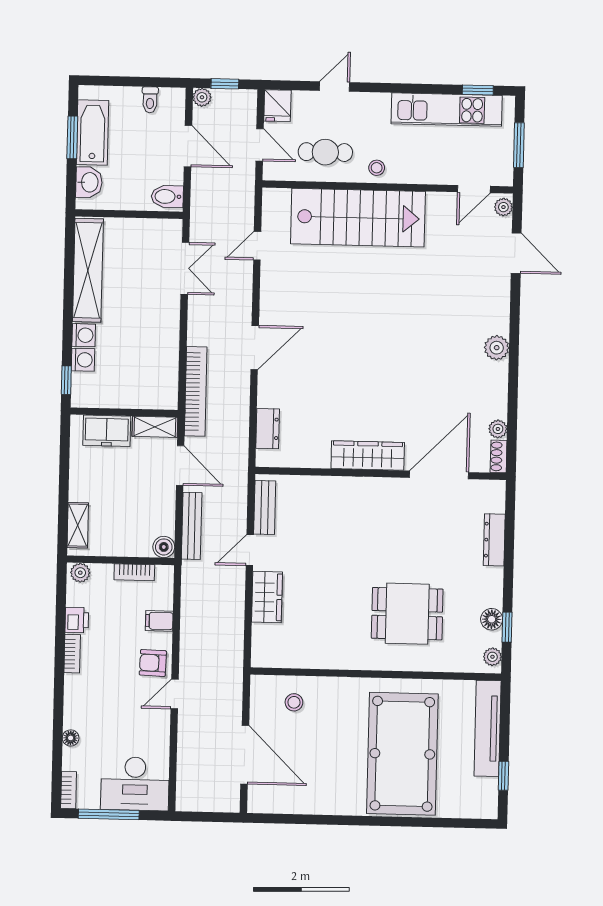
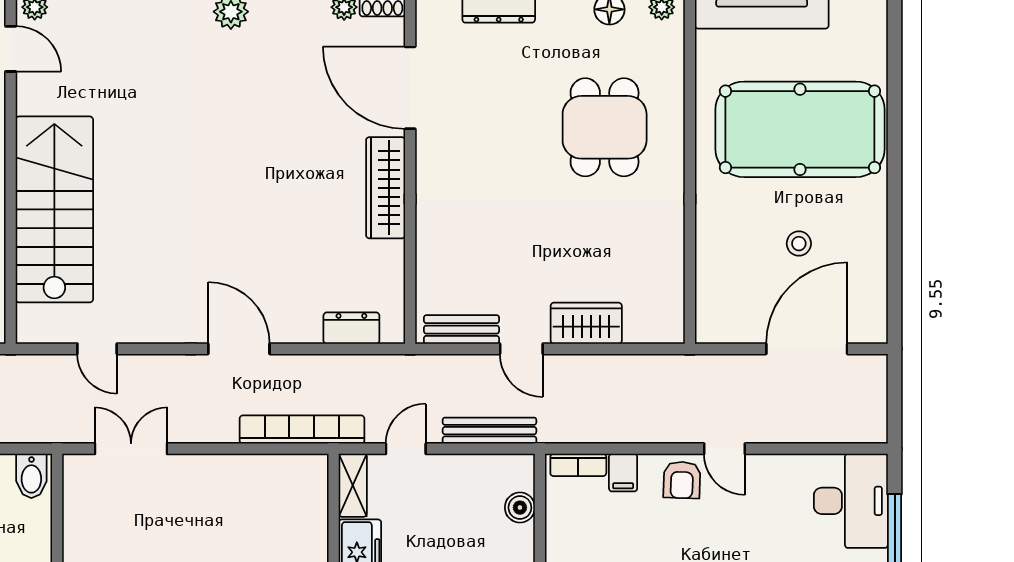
door: (180, 466) -> (406, 449), width x0.73
boiler: (164, 547) -> (520, 508), moved
bookcase: (134, 572) -> (578, 465), moved, turned 90
stool: (294, 702) -> (799, 244), moved

